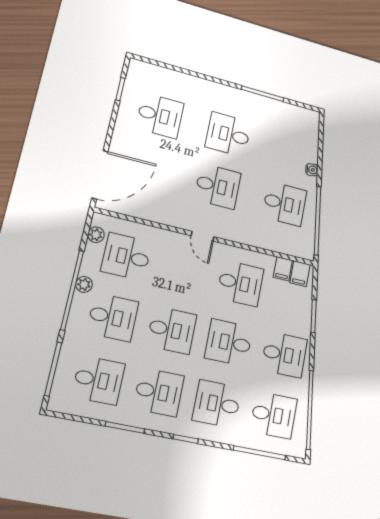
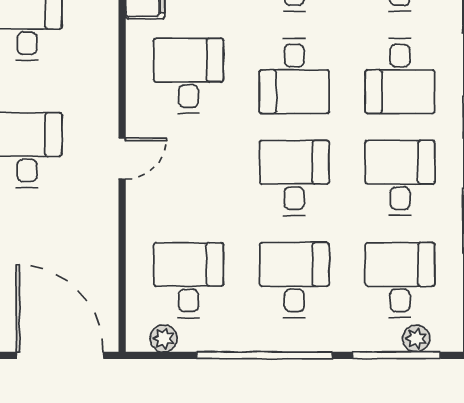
desk: (126, 257) -> (189, 280), turned 180
plant: (84, 284) -> (416, 339), moved

